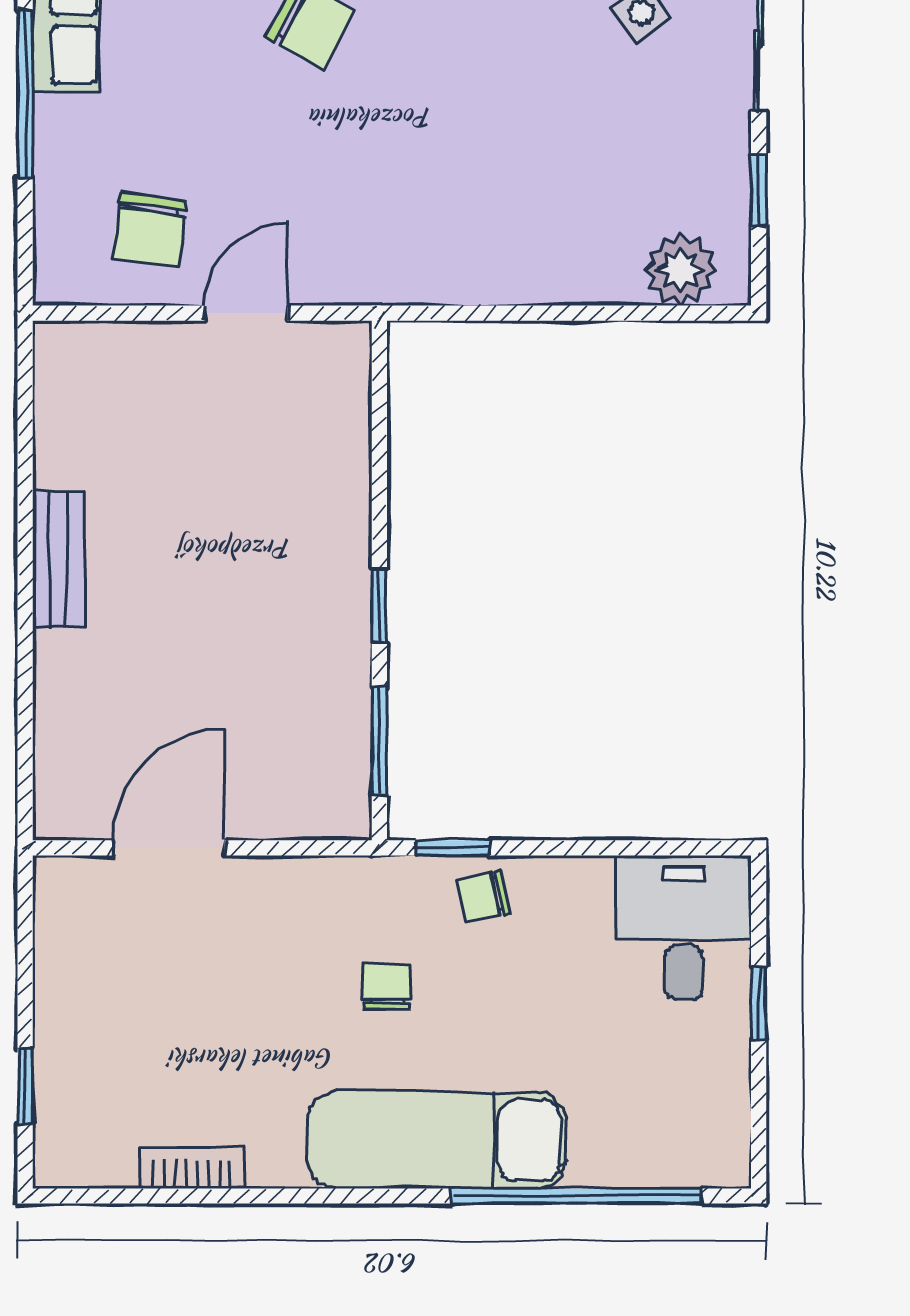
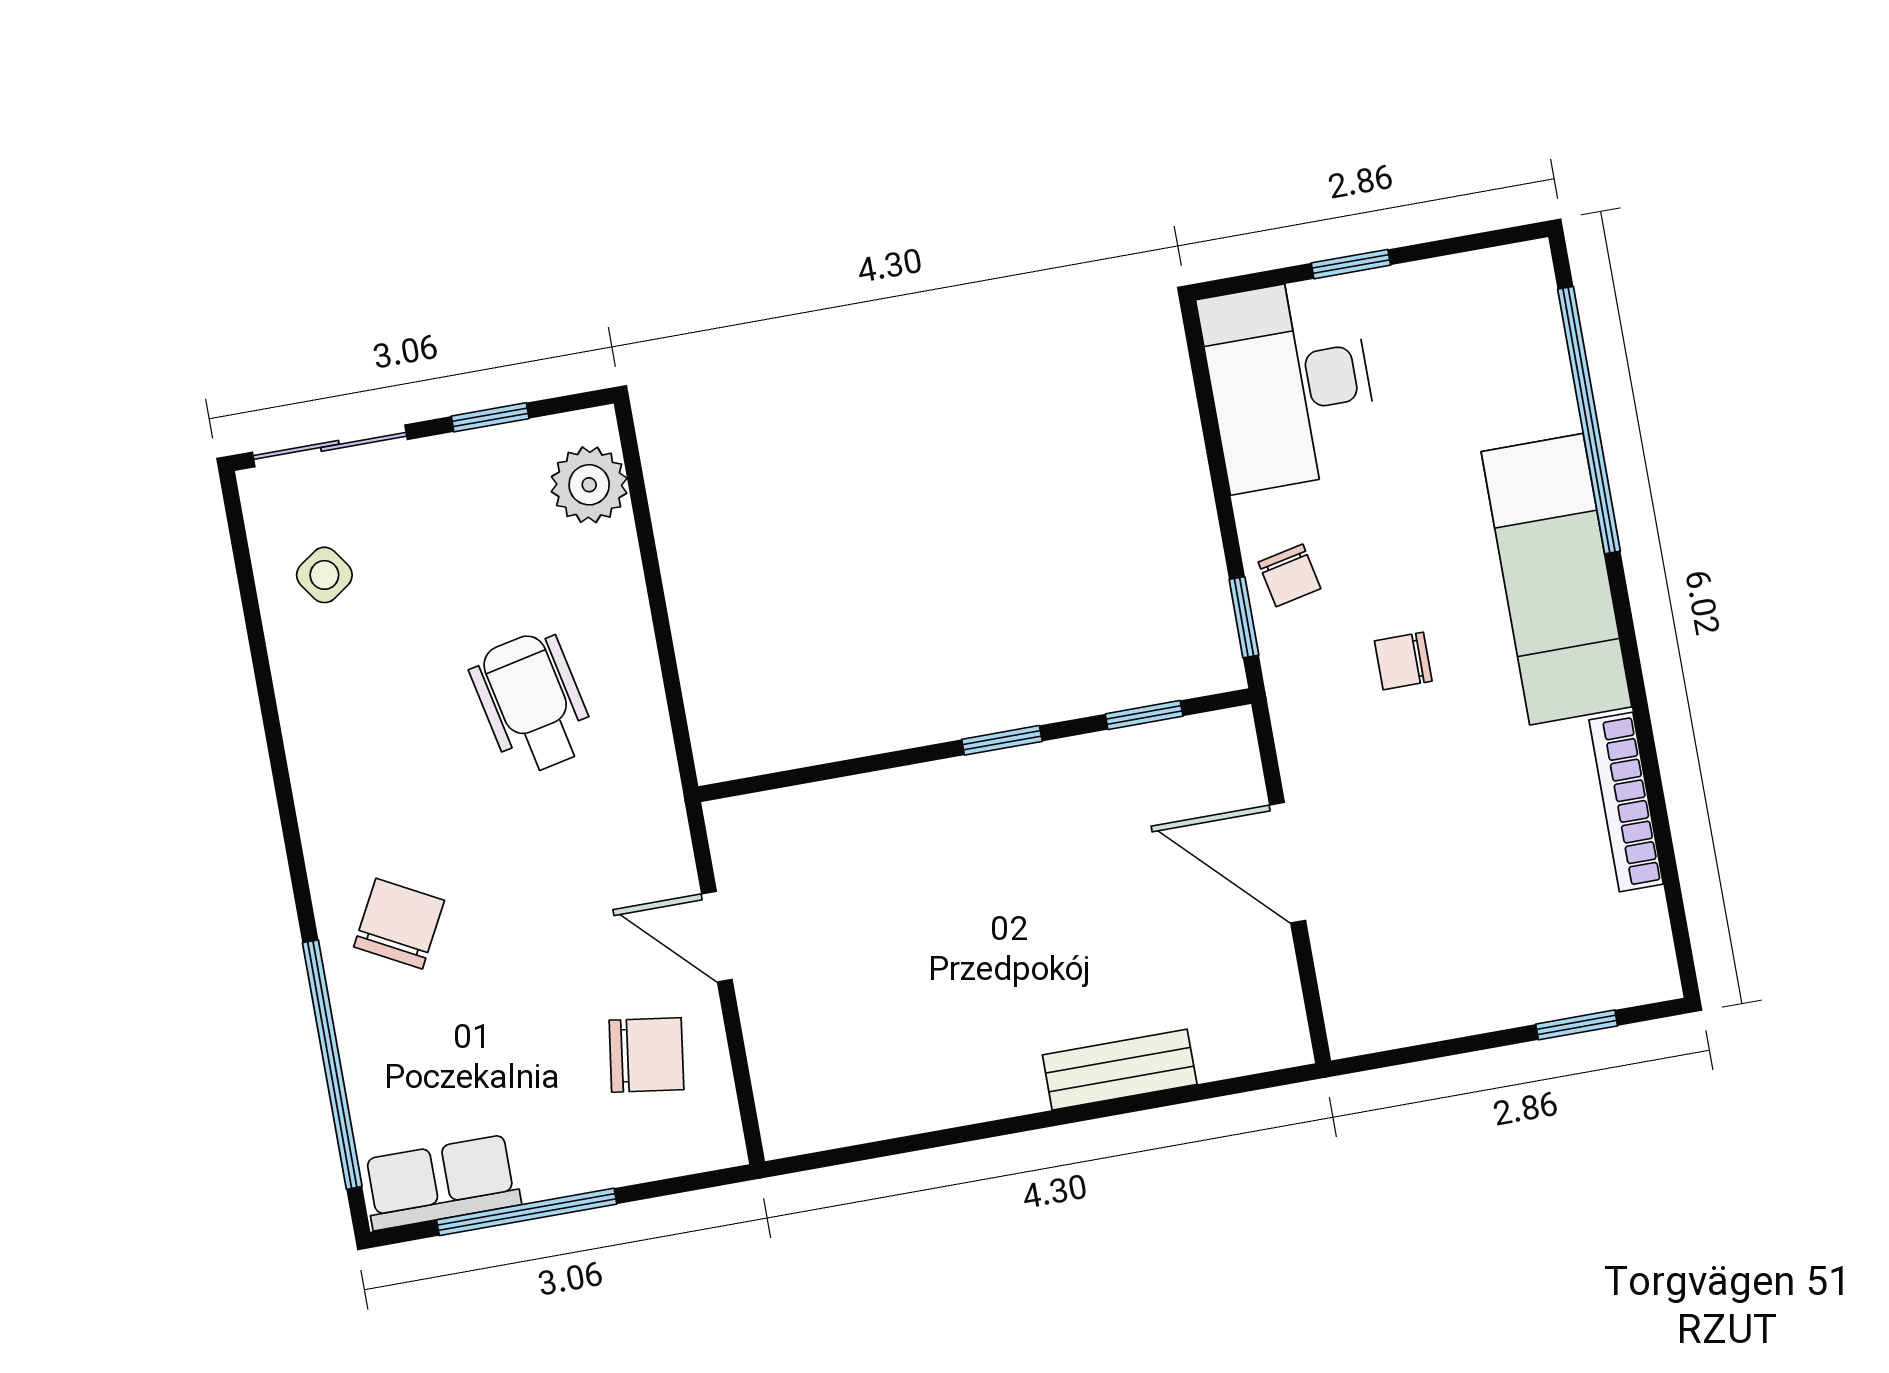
wheelchair: (490, 182) -> (532, 703), added
bench: (59, 560) -> (1120, 1070), moved
window: (379, 741) -> (1144, 715), width x0.67
door: (169, 848) -> (1288, 863), moved
desk: (684, 928) -> (1290, 384), width x1.37
bookcase: (192, 1168) -> (1626, 802), width x1.56

